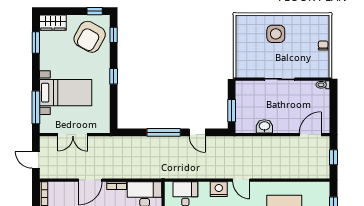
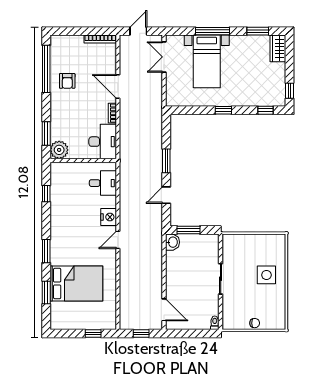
armchair: (90, 37) -> (264, 86), removed
window: (36, 107) -> (213, 31), moved
washbasin: (264, 126) -> (173, 242), moved
window: (164, 132) -> (166, 161), width x0.69
double door: (73, 135) -> (164, 57), moved

